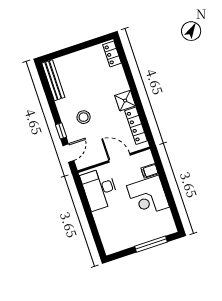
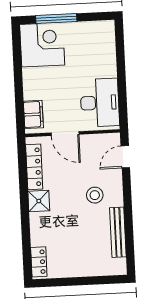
bench: (53, 80) -> (118, 232), moved
window: (61, 131) -> (127, 186), removed
filing cabinet: (150, 171) -> (33, 114), width x2.00
corner desk: (148, 196) -> (42, 45), moved

